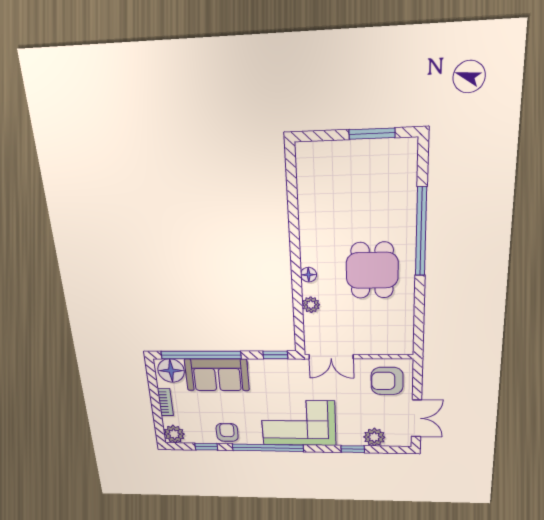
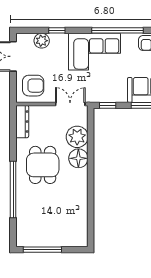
window: (372, 134) -> (42, 250), width x1.44
floor lamp: (309, 275) -> (78, 158), width x1.89, depth x1.89
plant: (311, 305) -> (77, 137), width x1.87, depth x1.87
dresser: (404, 333) -> (22, 122), added

